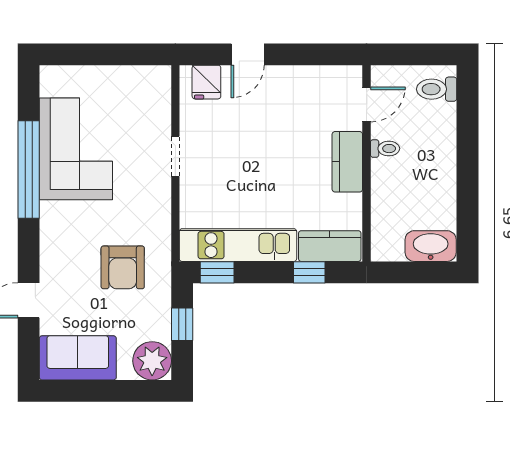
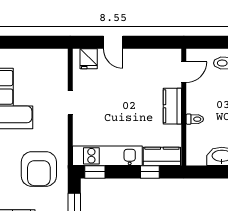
door: (248, 54) -> (113, 42), hinge flipped
toilet: (385, 149) -> (195, 119), moved
armchair: (123, 267) -> (39, 169), width x1.36, depth x1.36

